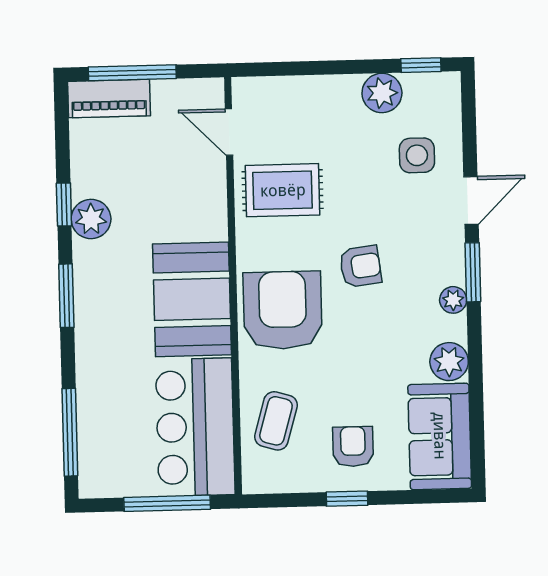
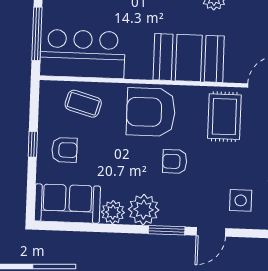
door: (471, 200) -> (211, 232), hinge flipped
armchair: (360, 266) -> (175, 161), turned 97
booth: (192, 299) -> (189, 58), moved
plant: (453, 300) -> (144, 210), width x1.87, depth x1.87
armchair: (283, 310) -> (151, 112), turned 180

